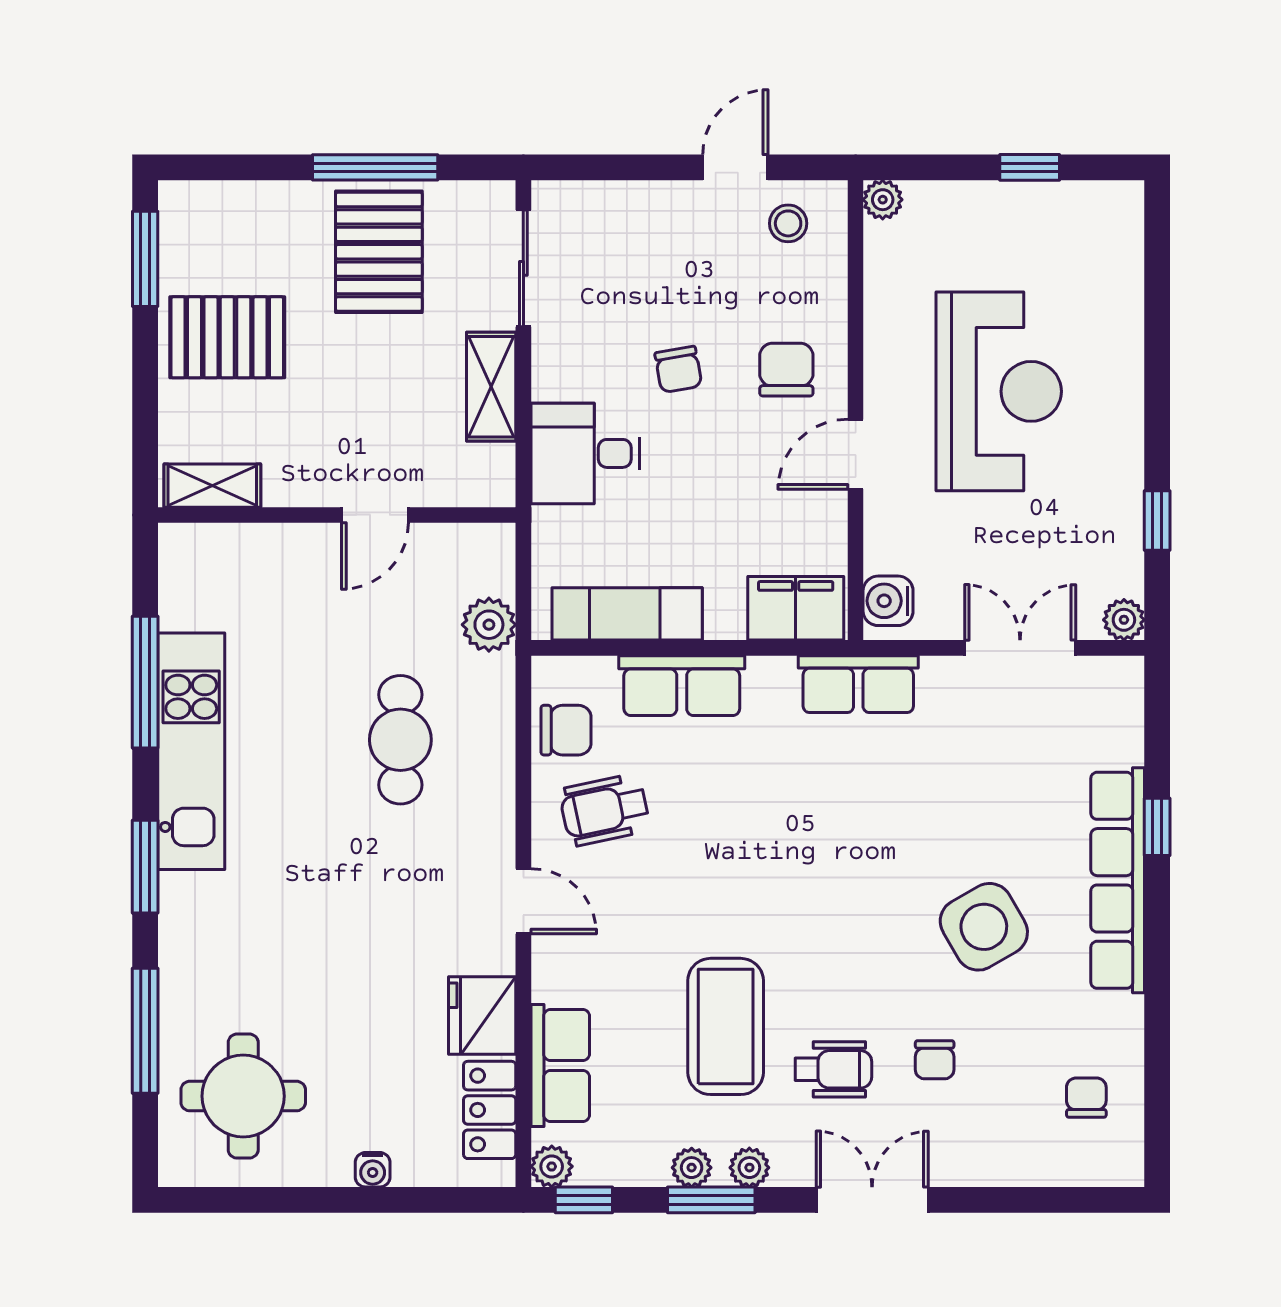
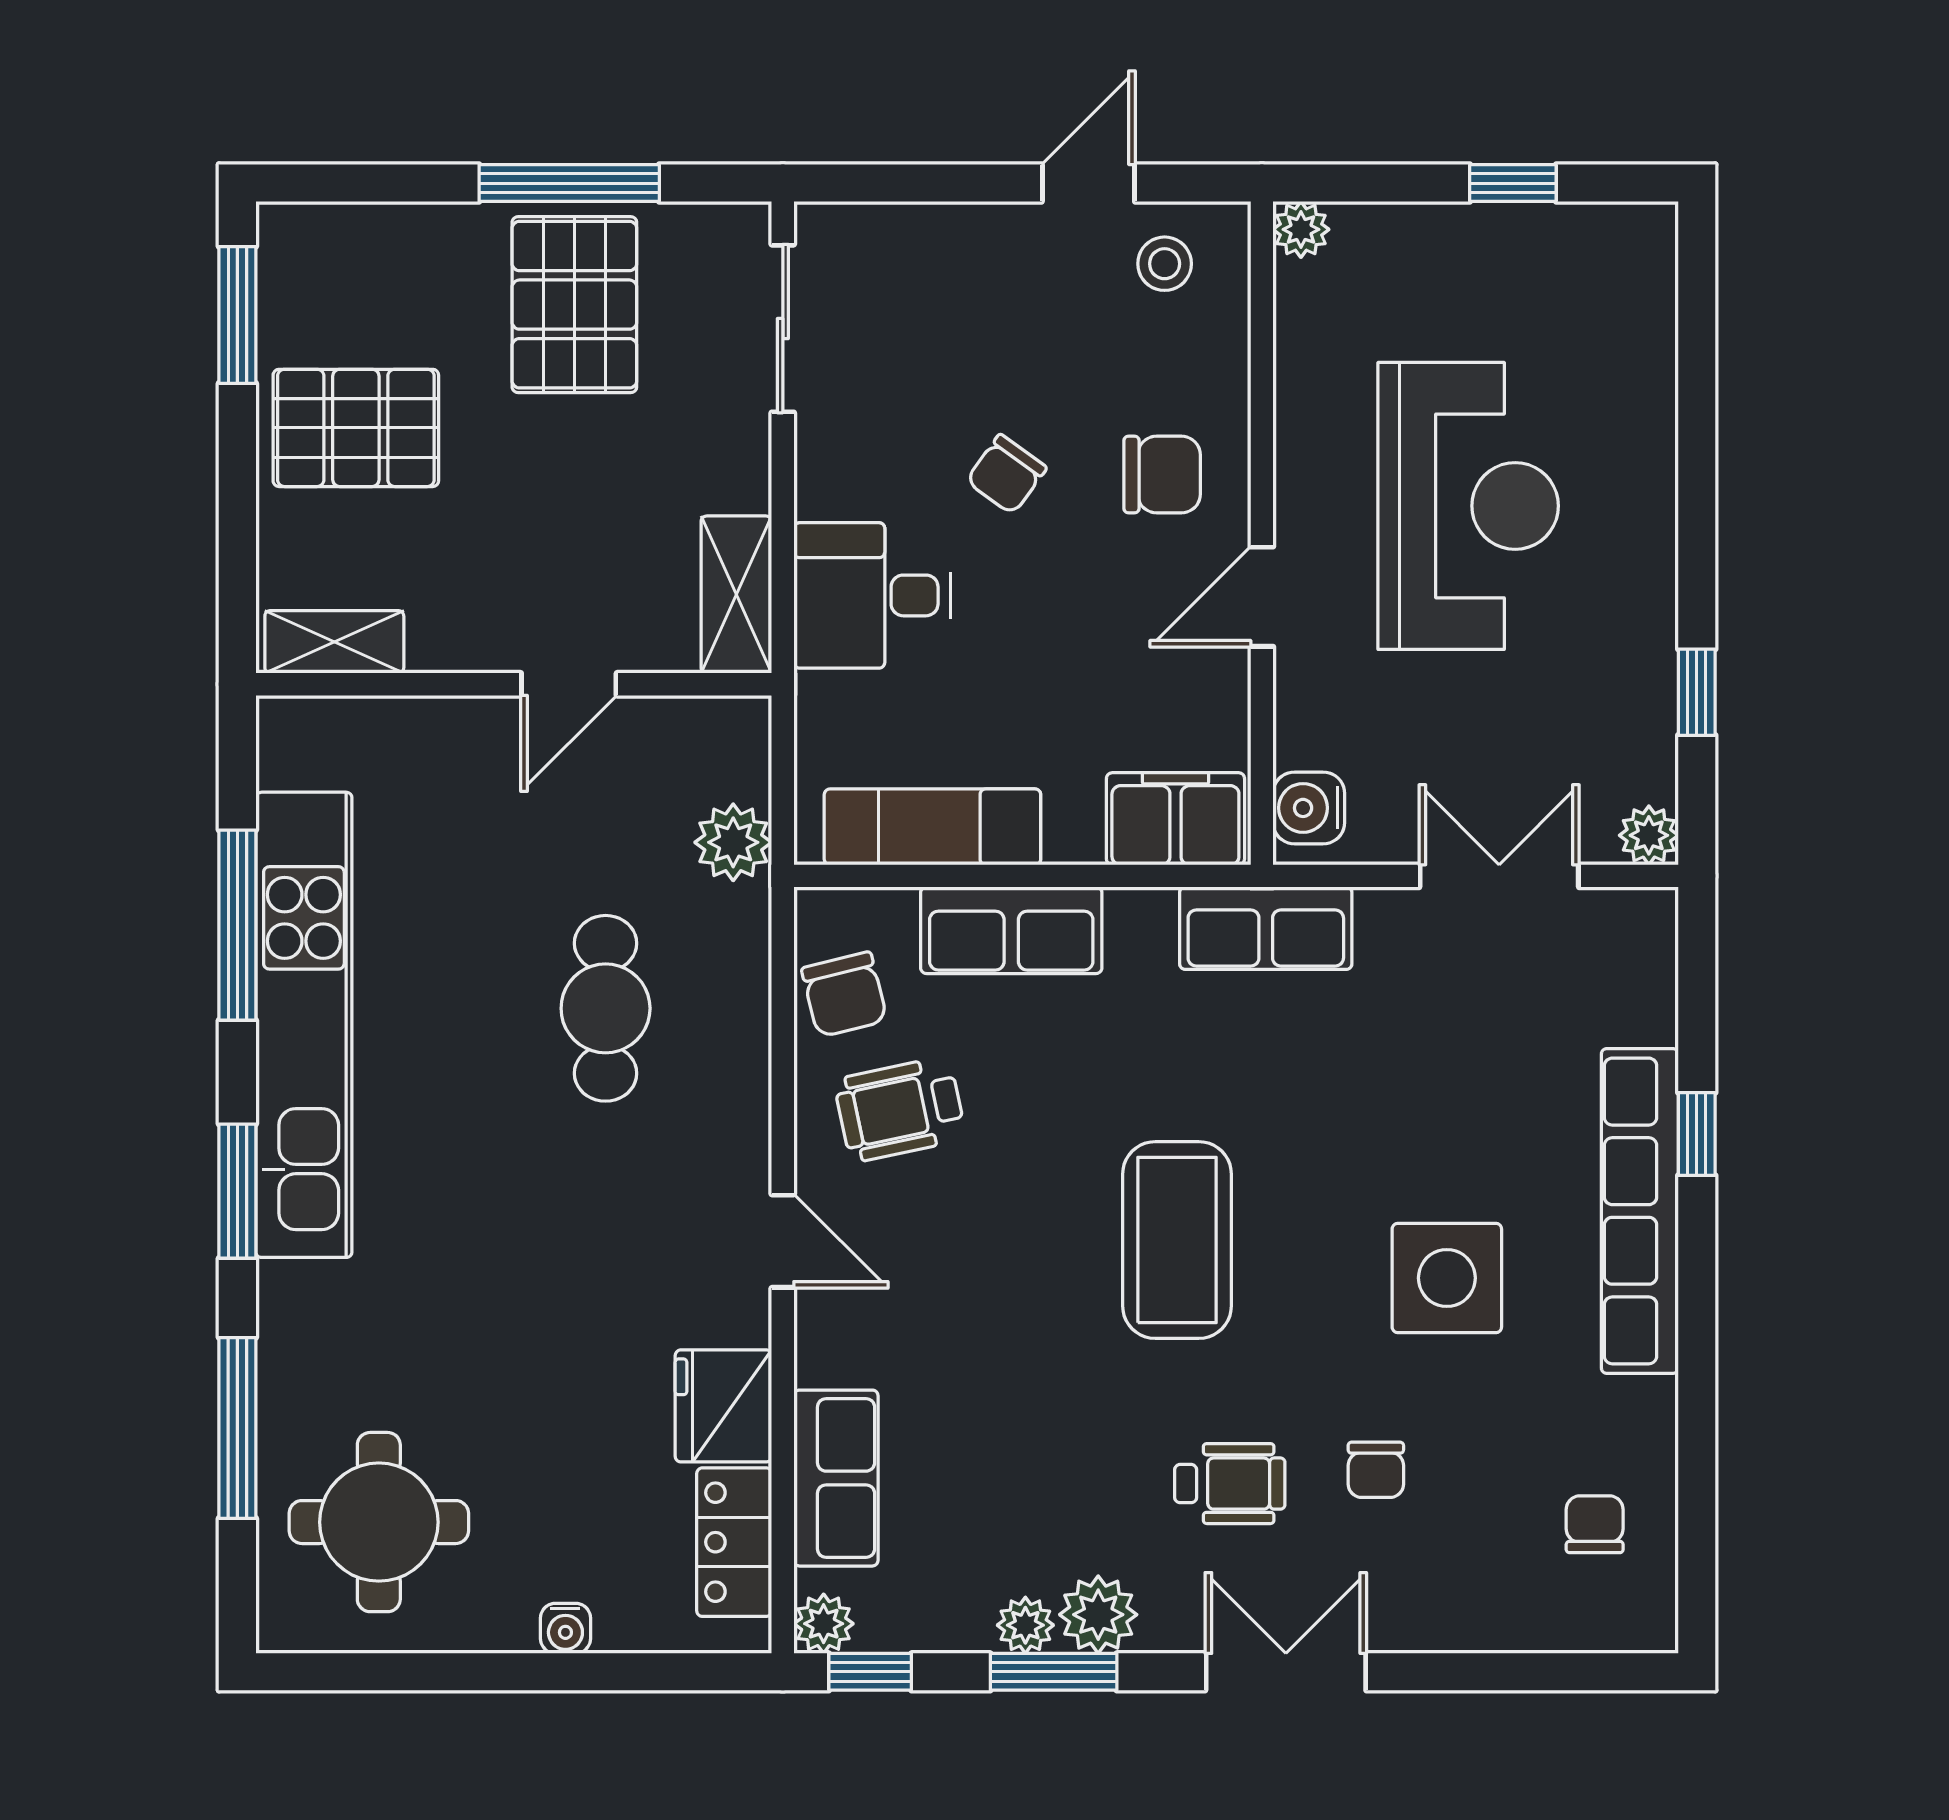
chair: (678, 369) -> (1006, 474), turned 46
chair: (786, 370) -> (1162, 475), turned 90
shelving: (491, 387) -> (736, 595), moved
chair: (566, 730) -> (844, 994), turned 76
kitchen unit: (191, 751) -> (304, 1025), width x1.36
side table: (984, 927) -> (1447, 1278), turned 30
coffee table: (726, 1026) -> (1177, 1240), moved
plant: (749, 1168) -> (1098, 1615), width x1.38, depth x1.38

